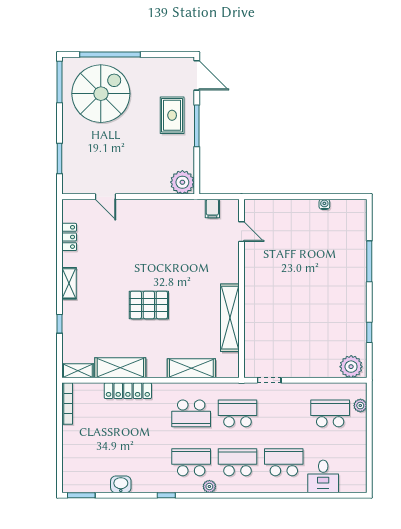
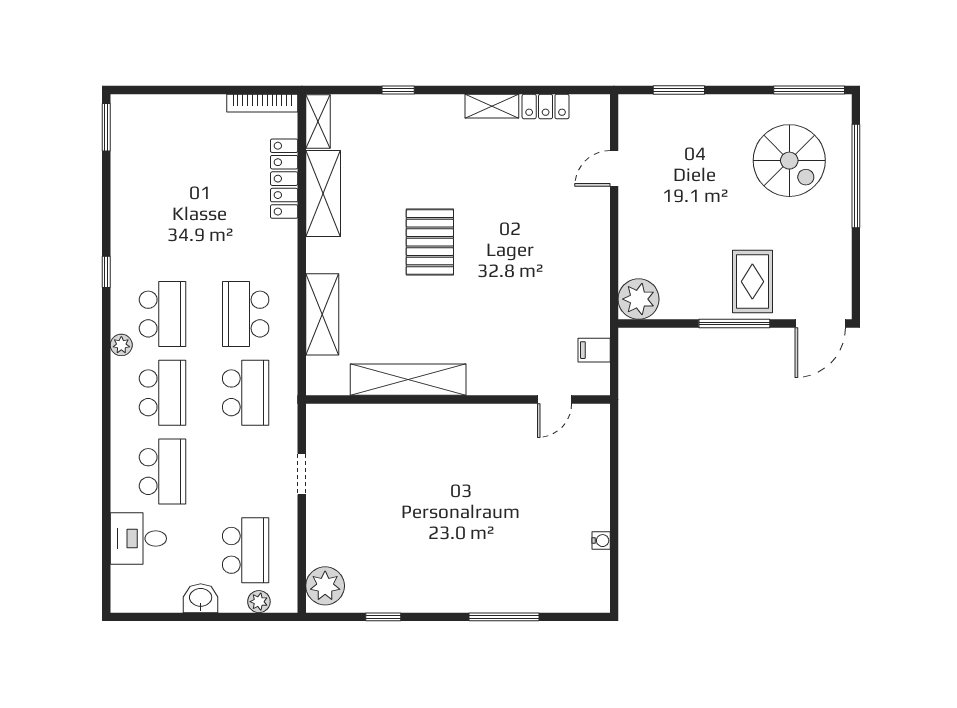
spiral stairs: (101, 94) -> (789, 161), width x0.73, depth x0.73
rug: (172, 115) -> (752, 282), turned 90
shelving: (69, 283) -> (492, 106), moved
doorway: (269, 380) -> (302, 474), moved
locker: (128, 391) -> (284, 179), moved
washbasin: (121, 484) -> (201, 598), moved, turned -90

